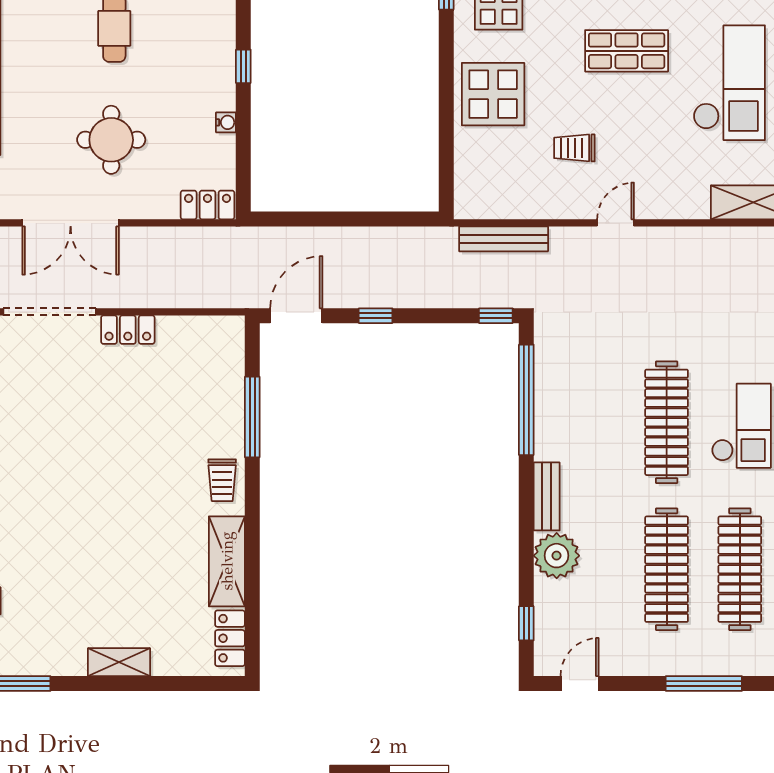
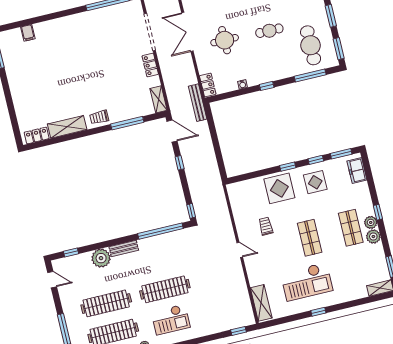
window: (446, 62) -> (288, 167), added
bench: (504, 239) -> (198, 103), moved
shelving: (119, 662) -> (159, 99), moved

